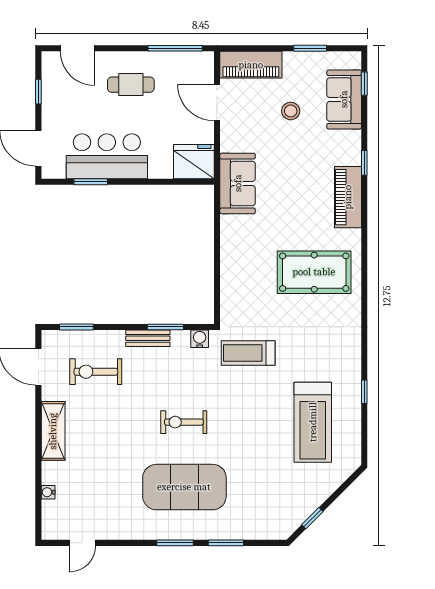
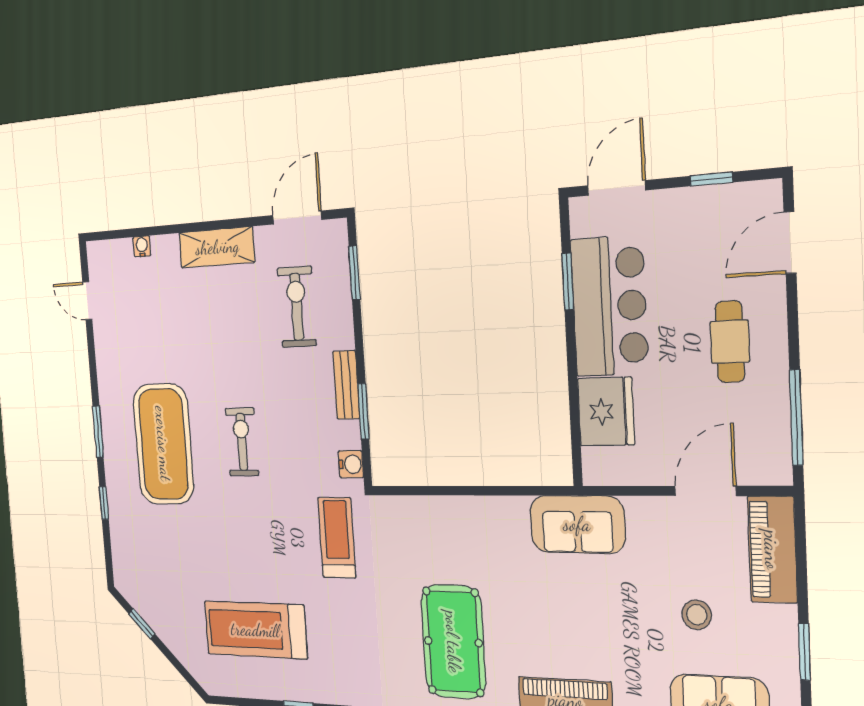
fridge: (194, 162) -> (606, 412), moved
window: (226, 543) -> (104, 503), width x0.67

